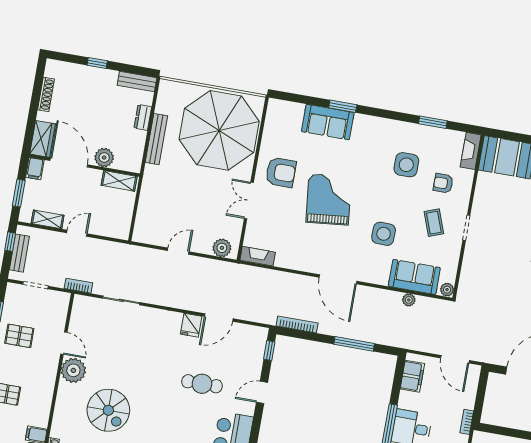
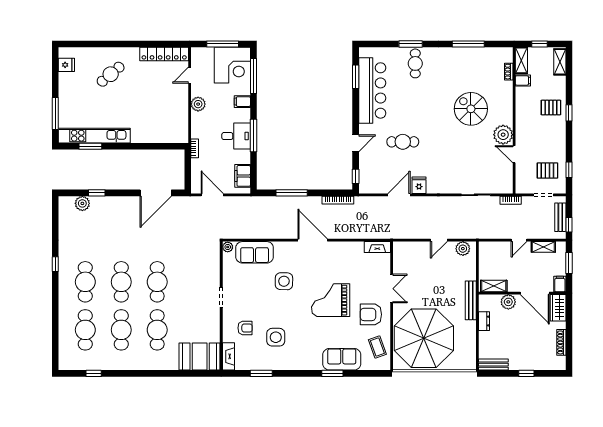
dresser: (143, 117) -> (484, 321), moved
bench: (156, 139) -> (471, 300), moved
grand piano: (329, 199) -> (331, 300), turned 96
coffee table: (434, 223) -> (377, 347), moved
plant: (222, 248) -> (463, 249), moved
plant: (409, 300) -> (256, 234), removed
pallet: (19, 336) -> (547, 171), moved

